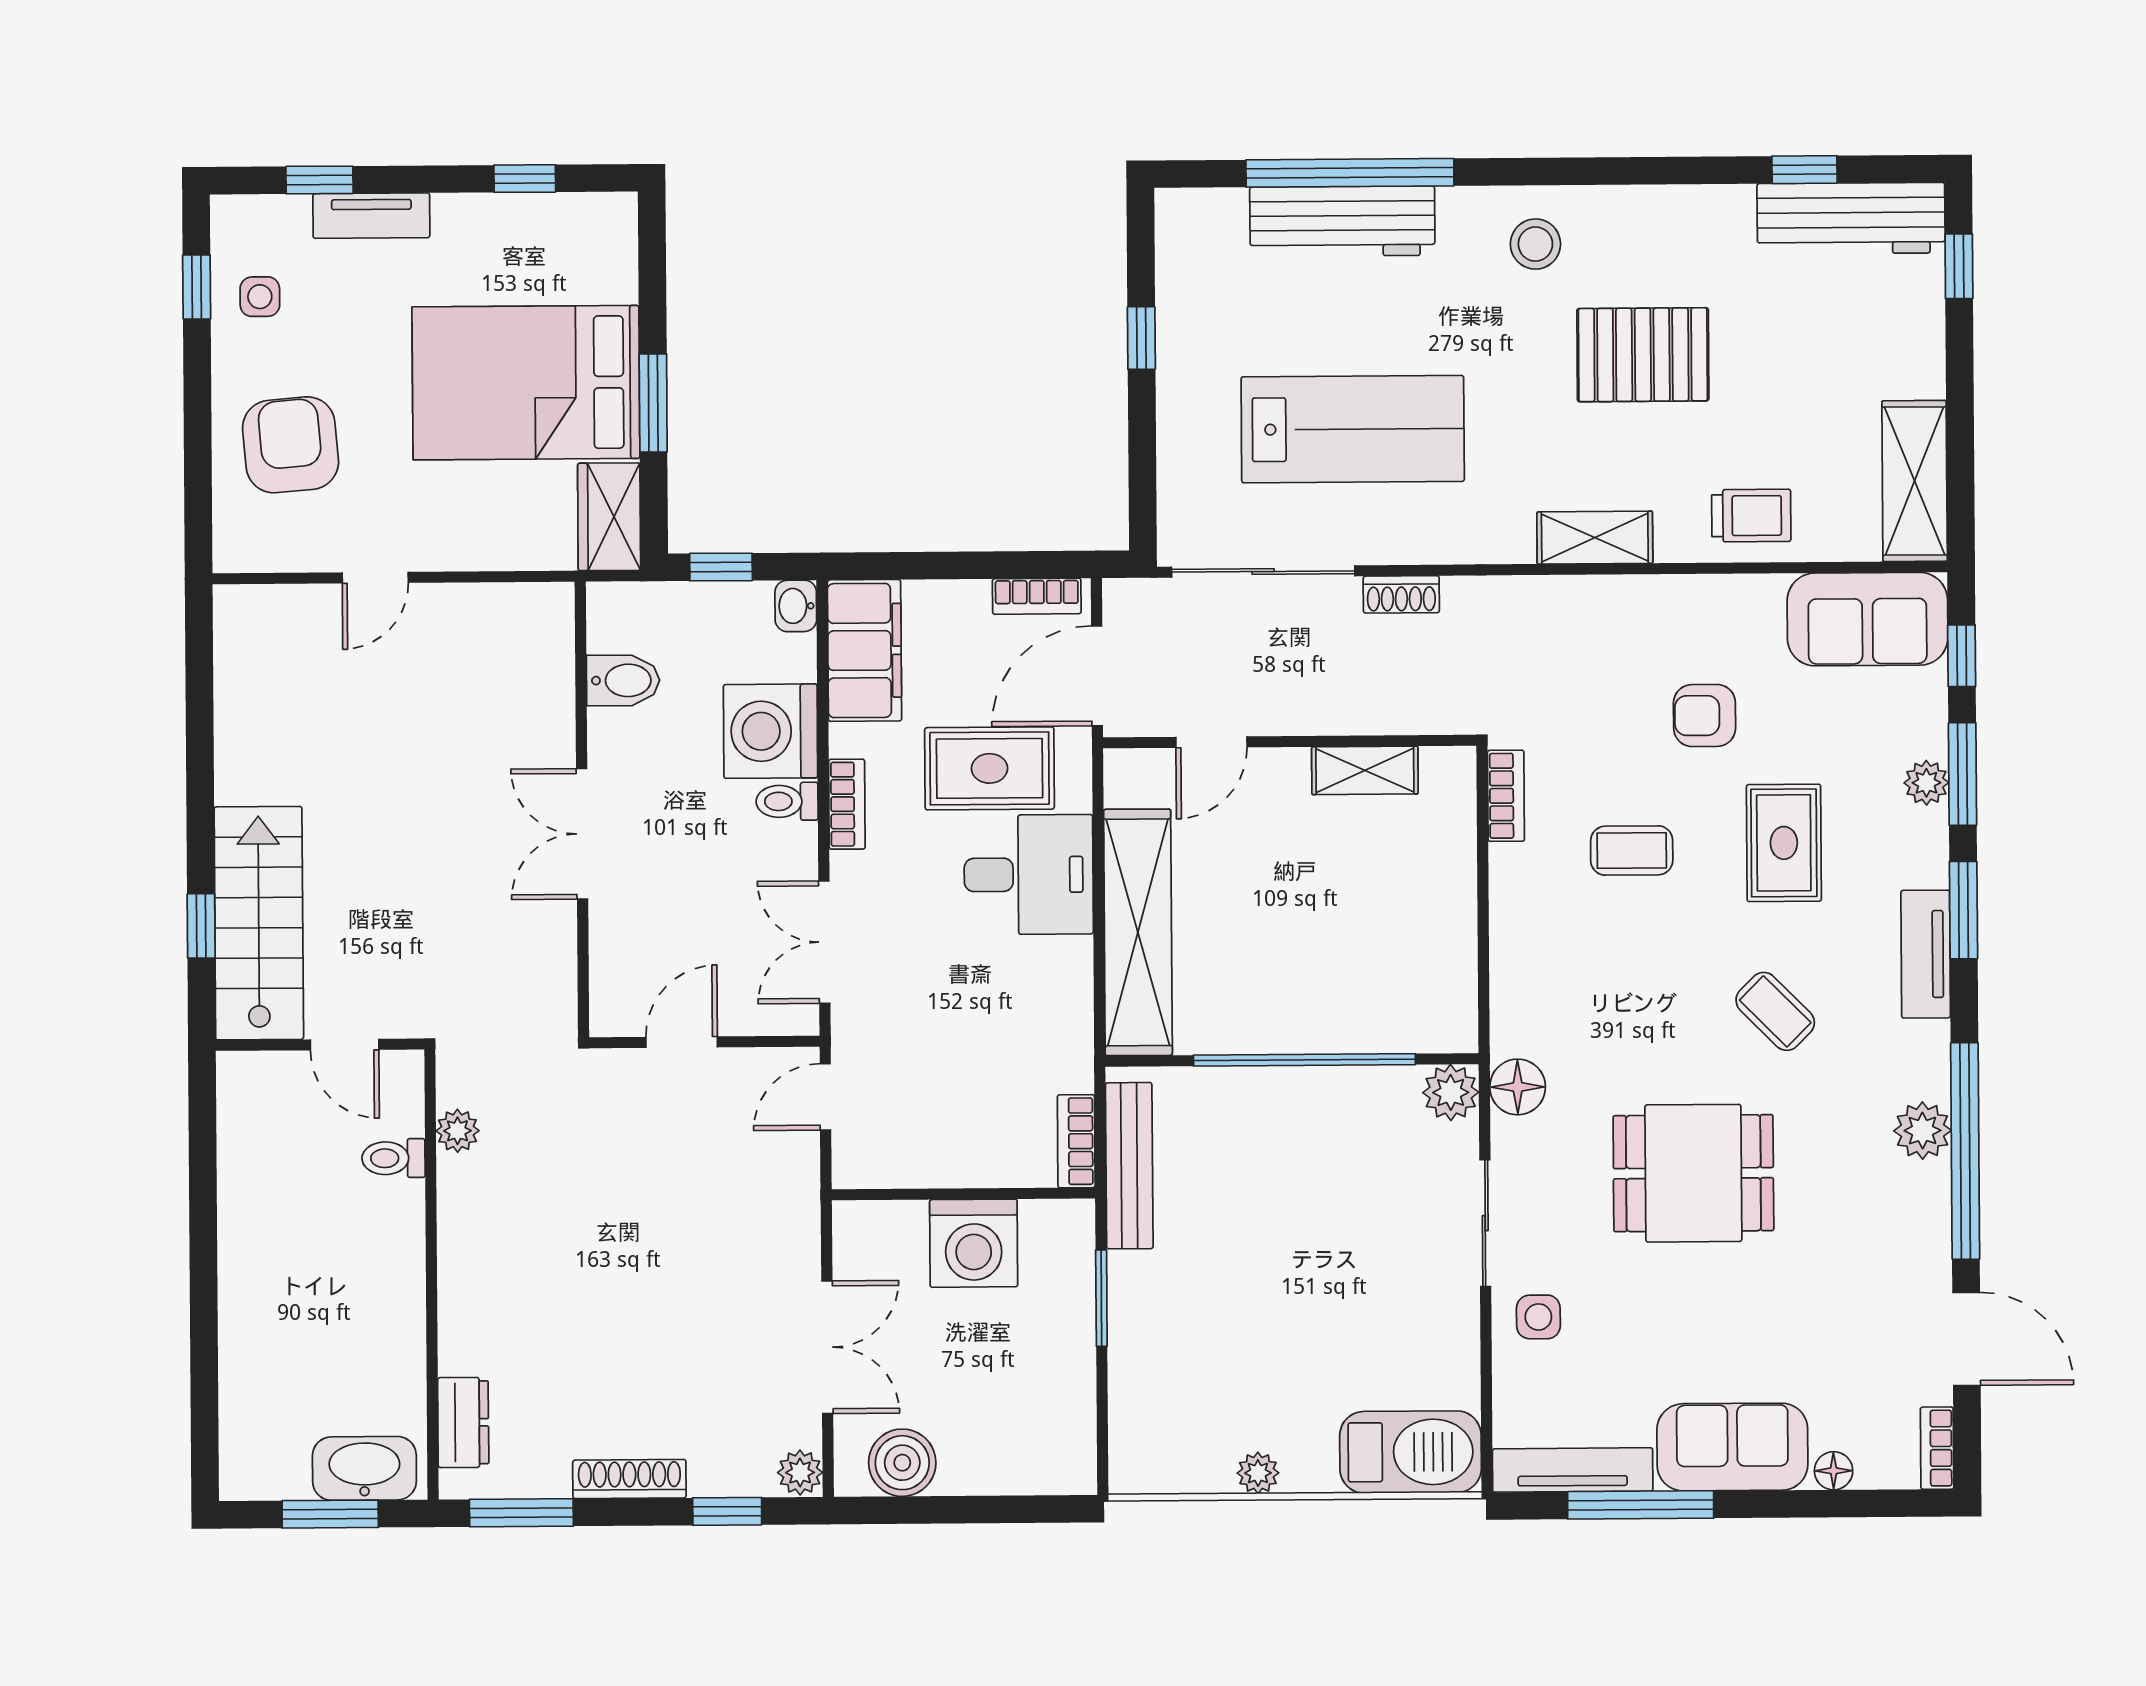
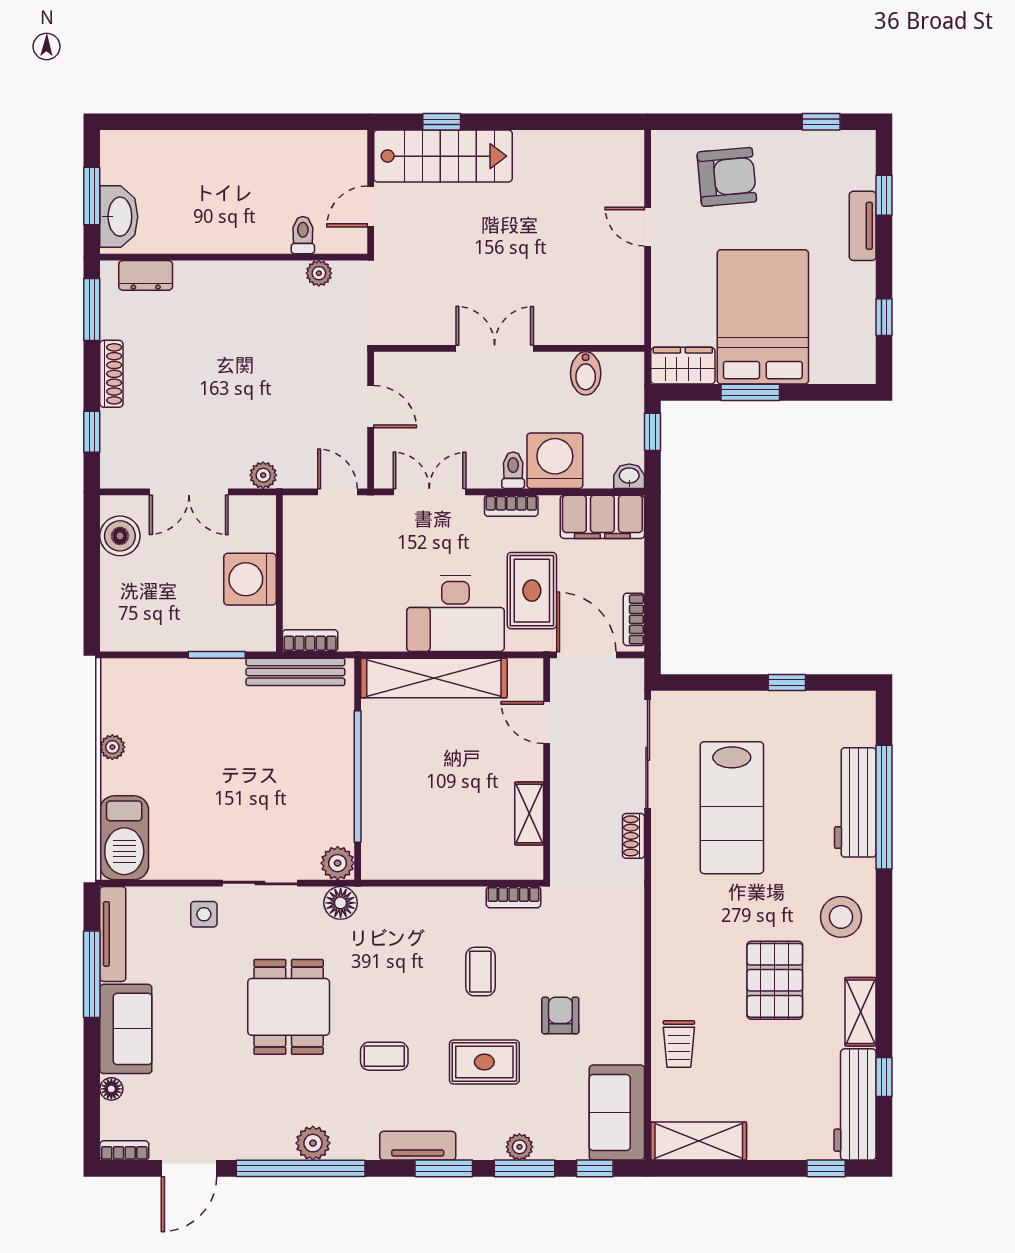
stool: (1535, 244) -> (841, 917), width x1.38, depth x1.38
side table: (260, 297) -> (815, 159), removed
shelving: (1595, 538) -> (860, 1012), moved
desk: (1029, 875) -> (455, 613), width x1.37
coffee table: (1775, 1011) -> (384, 1056), turned 45
plant: (800, 1472) -> (263, 475), moved

